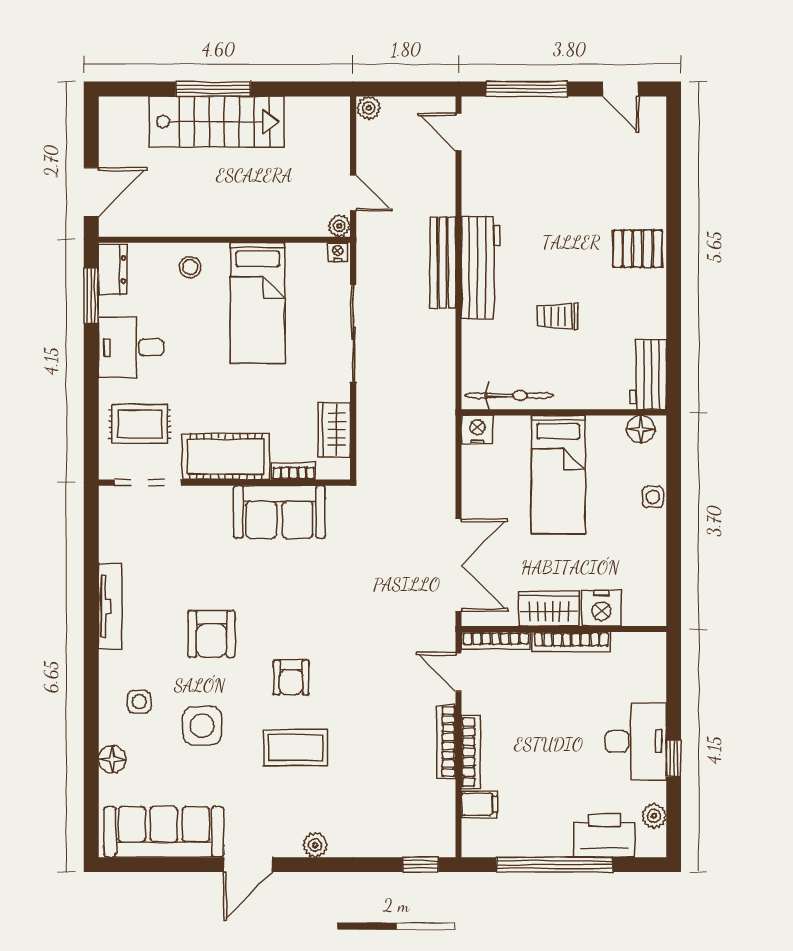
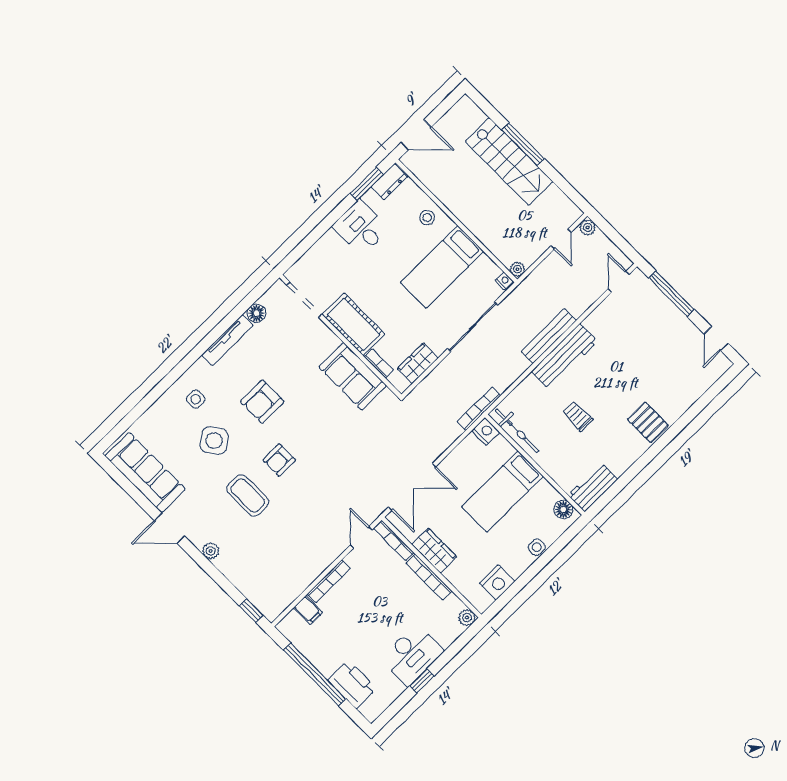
door: (353, 193) -> (561, 239), moved
rug: (140, 424) -> (328, 268), removed
nightstand: (601, 608) -> (497, 582), moved, turned -90
side table: (202, 726) -> (214, 441), turned -36
bookcase: (446, 742) -> (479, 409), moved
floor lamp: (112, 759) -> (257, 313), moved
plant: (654, 816) -> (467, 618), moved

